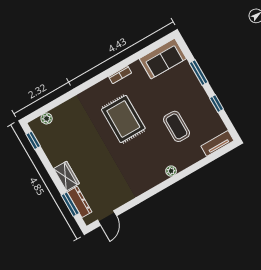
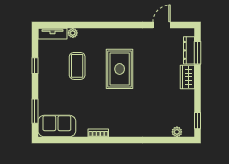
window: (199, 73) -> (35, 111), moved
rug: (123, 119) -> (120, 69), moved
plant: (171, 171) -> (73, 33), moved
door: (107, 218) -> (162, 25), moved

